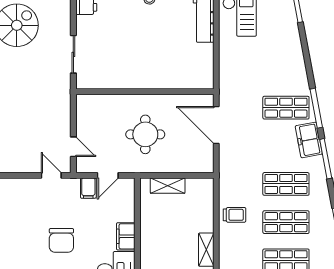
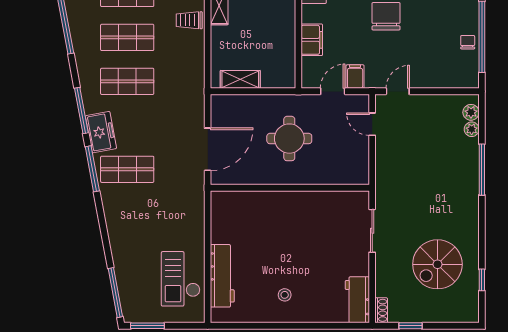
door: (216, 125) -> (208, 149), hinge flipped
door: (51, 175) -> (398, 91), swing flipped
shelving: (168, 186) -> (240, 79), moved
trolley: (235, 215) -> (189, 20), moved
filing cabinet: (126, 236) -> (312, 40), moved

